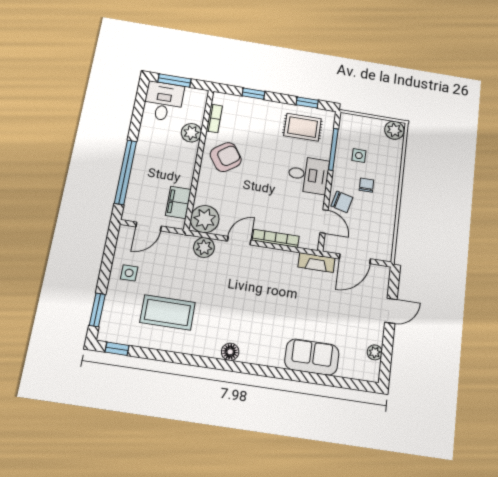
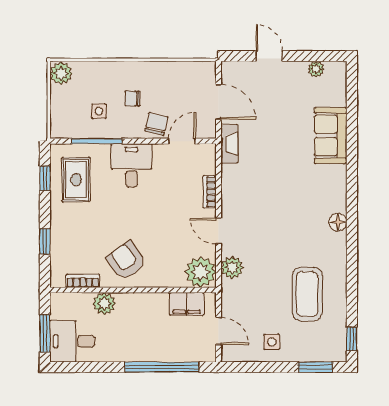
bookcase: (276, 238) -> (210, 192), width x0.64

